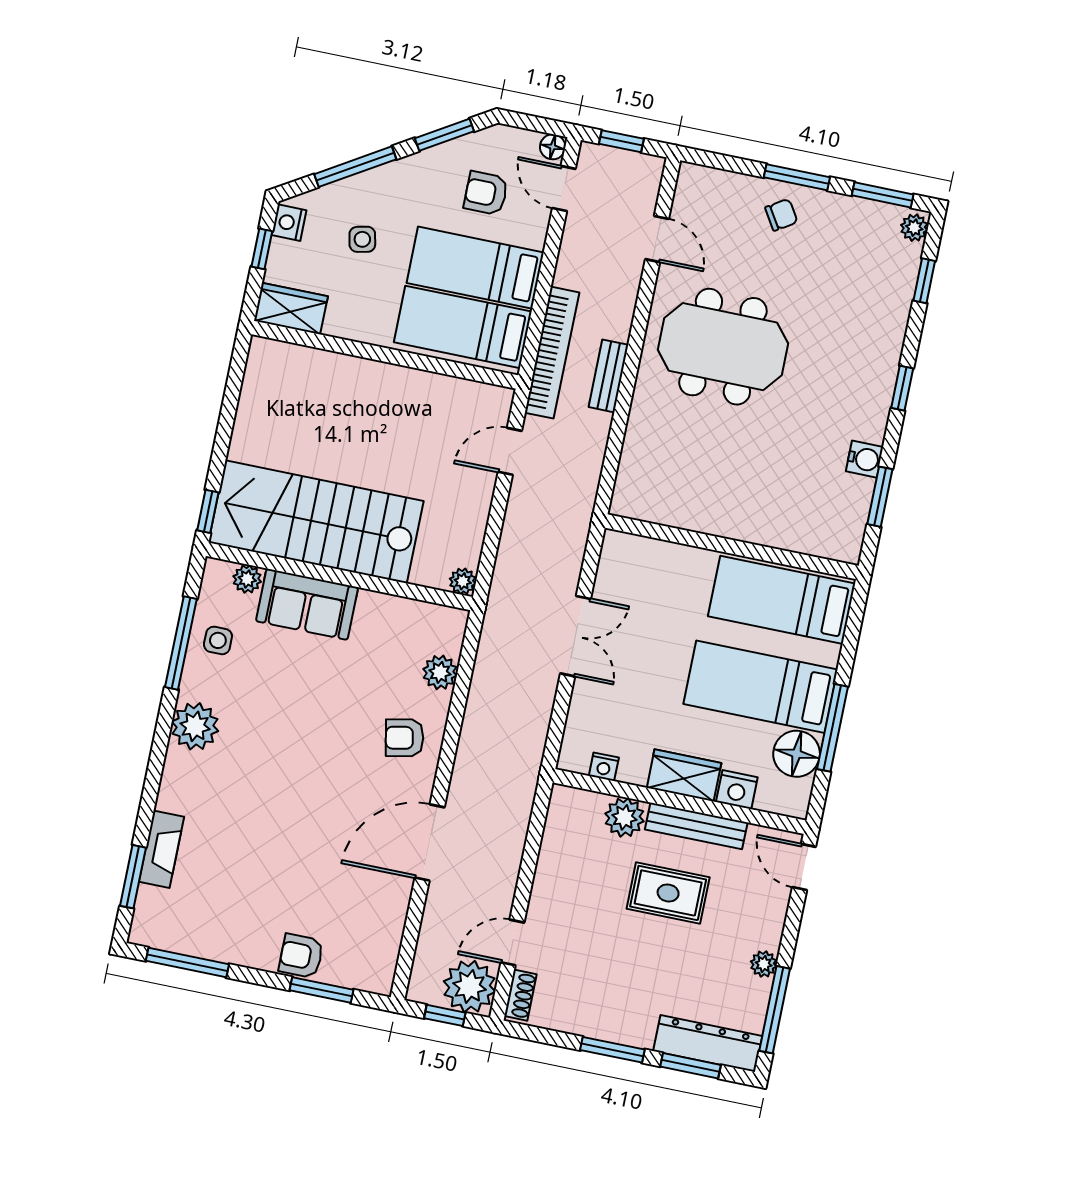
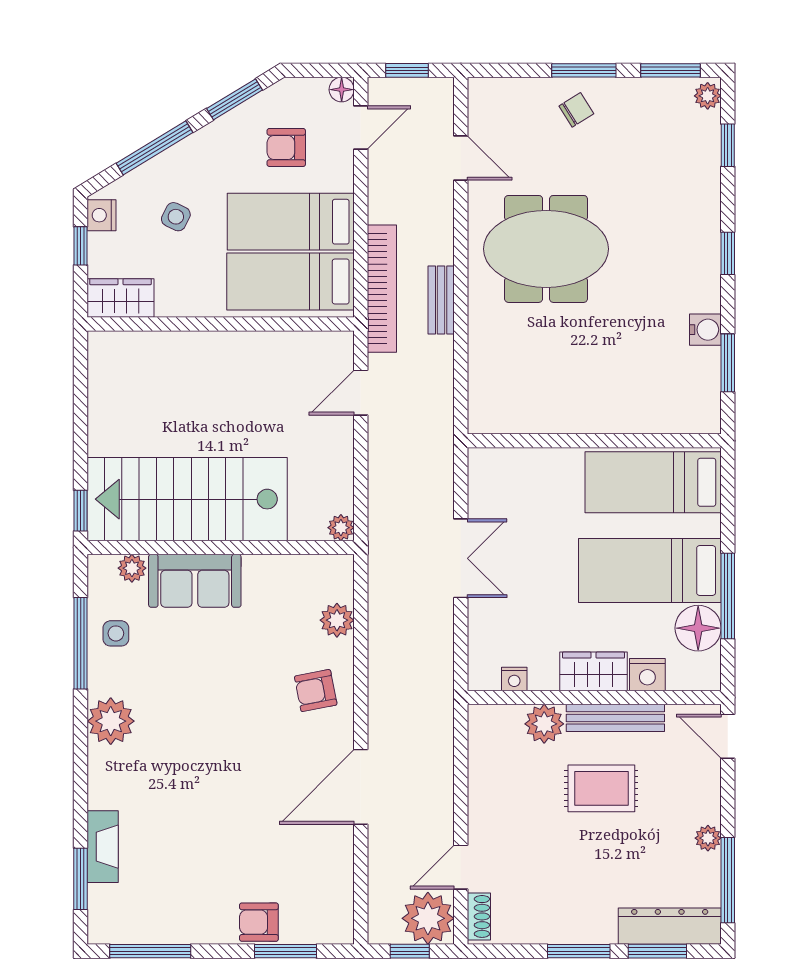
door: (564, 188) -> (361, 127), swing flipped
side table: (362, 239) -> (176, 217), turned 38

